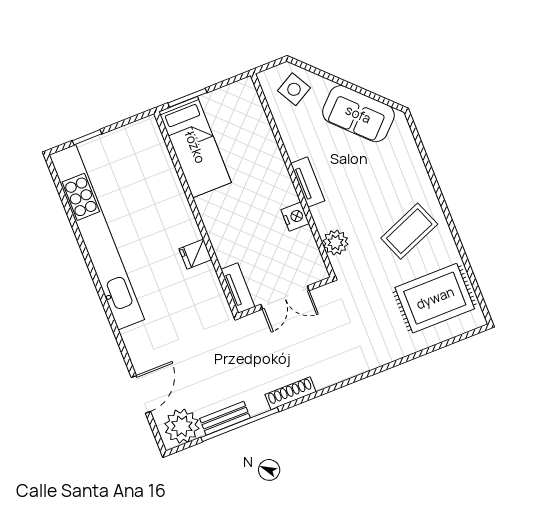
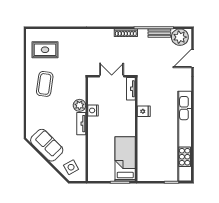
coffee table: (409, 231) -> (45, 84), turned -60
plant: (335, 242) -> (79, 105), moved
rug: (435, 298) -> (45, 50), width x0.73, depth x0.70

